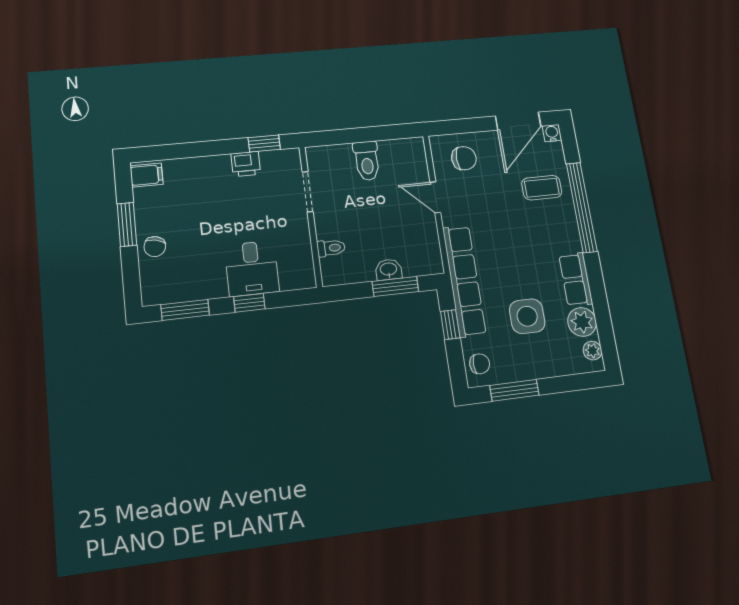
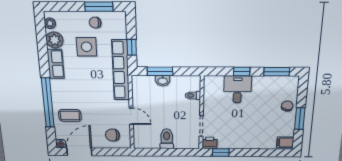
printer: (246, 164) -> (210, 143), moved
chair: (480, 364) -> (95, 23), moved

